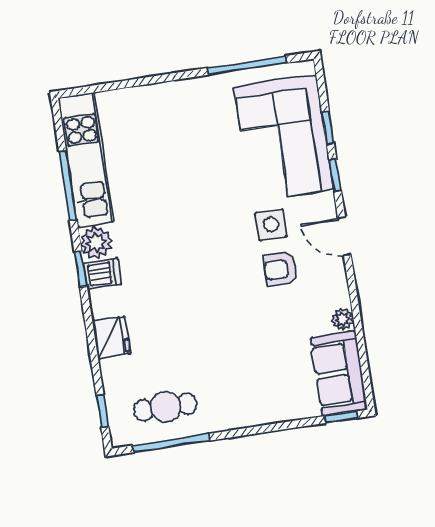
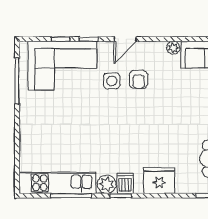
fridge: (111, 337) -> (159, 181), width x1.36, depth x1.34

